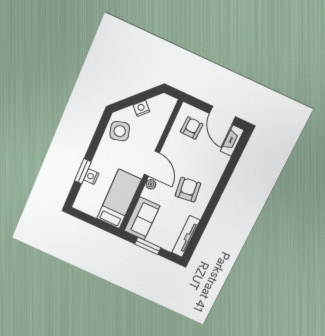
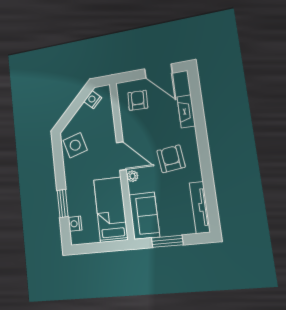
nightstand: (141, 108) -> (93, 100), moved
fireplace: (232, 141) -> (186, 111), moved
nightstand: (91, 177) -> (75, 224), moved

